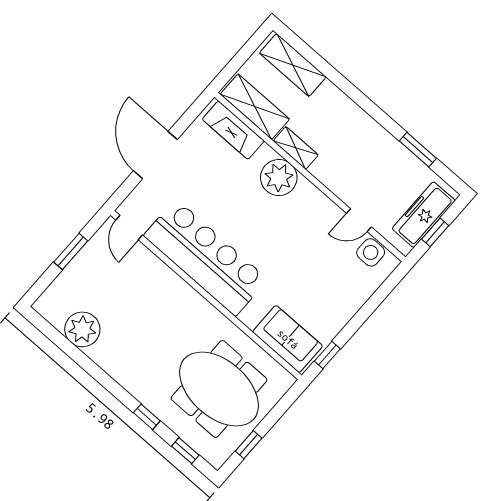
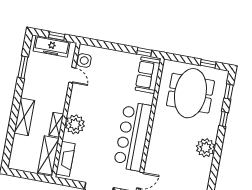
shelving: (293, 65) -> (24, 117), moved
plant: (82, 329) -> (206, 148), moved

